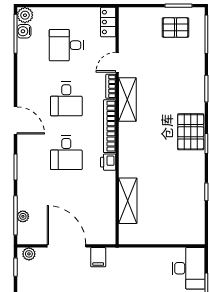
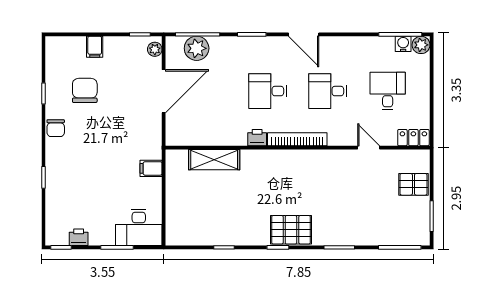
pallet: (175, 28) -> (413, 184), moved, turned 90
bookcase: (111, 86) -> (342, 141), removed
shelving: (127, 100) -> (327, 159), removed
door: (16, 120) -> (304, 34), hinge flipped
plant: (23, 216) -> (197, 48), width x1.88, depth x1.88
filing cabinet: (98, 257) -> (151, 168), moved

